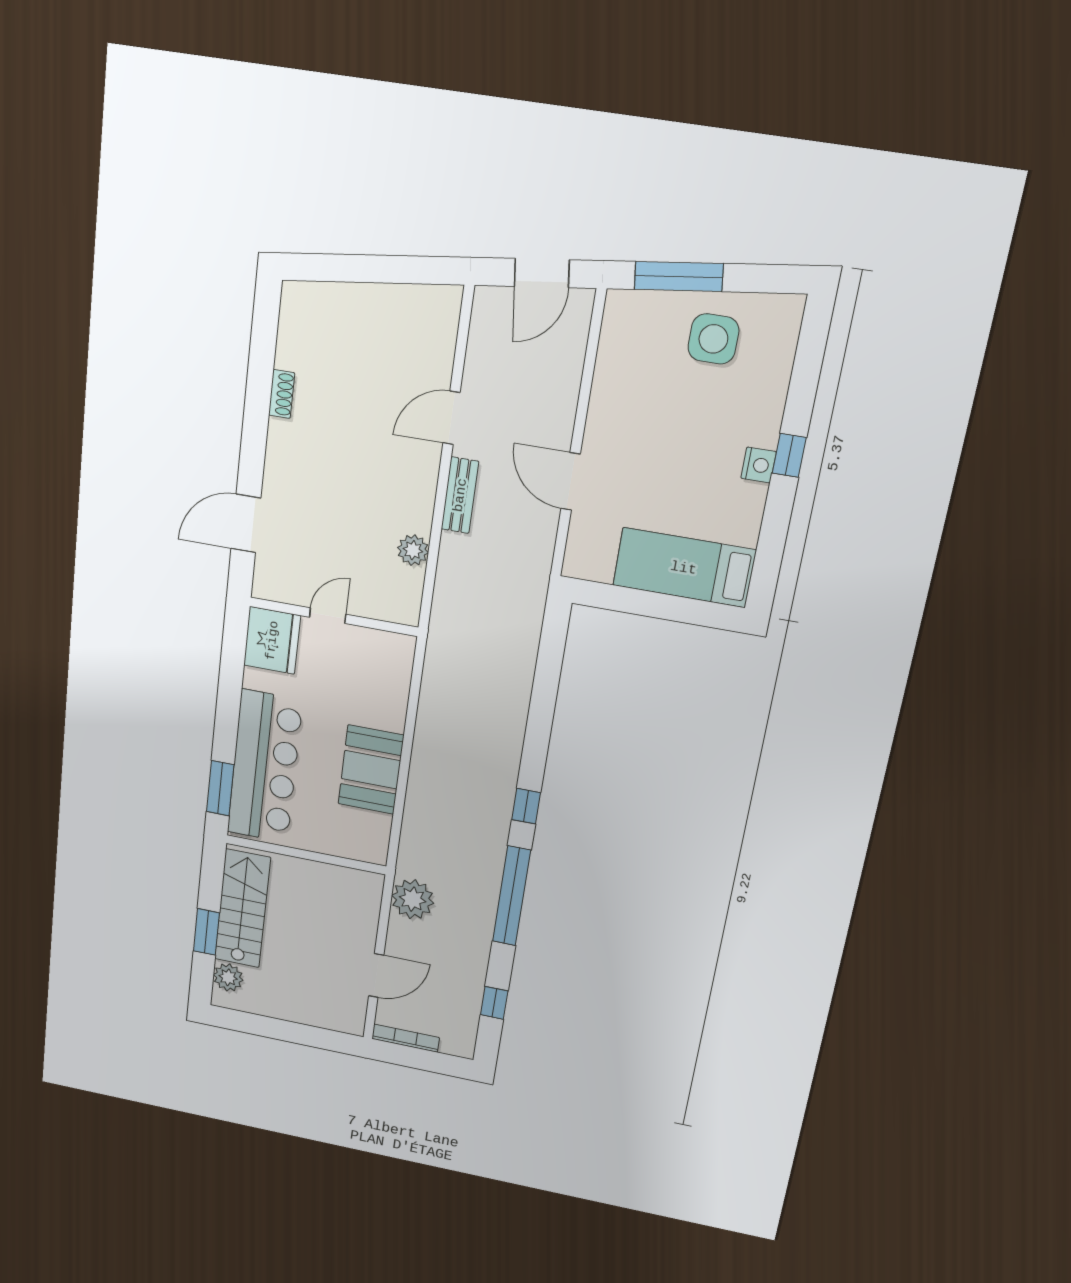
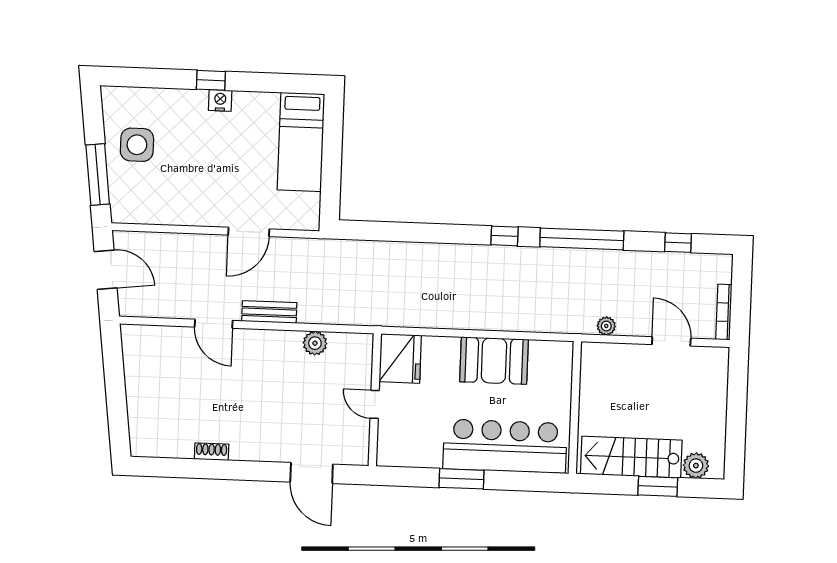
fridge: (272, 640) -> (400, 358), moved, turned 90
window: (220, 788) -> (462, 479), moved
plant: (413, 899) -> (606, 326), width x0.53, depth x0.53

